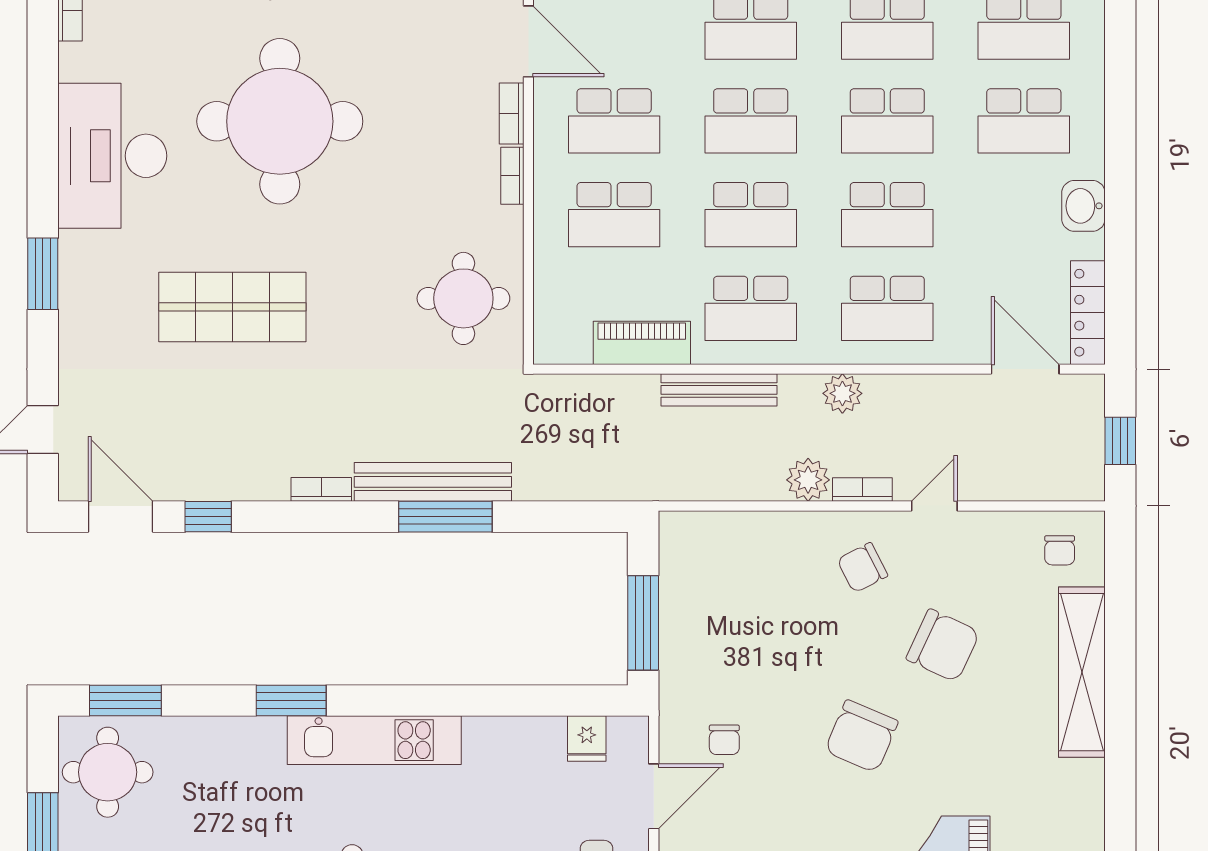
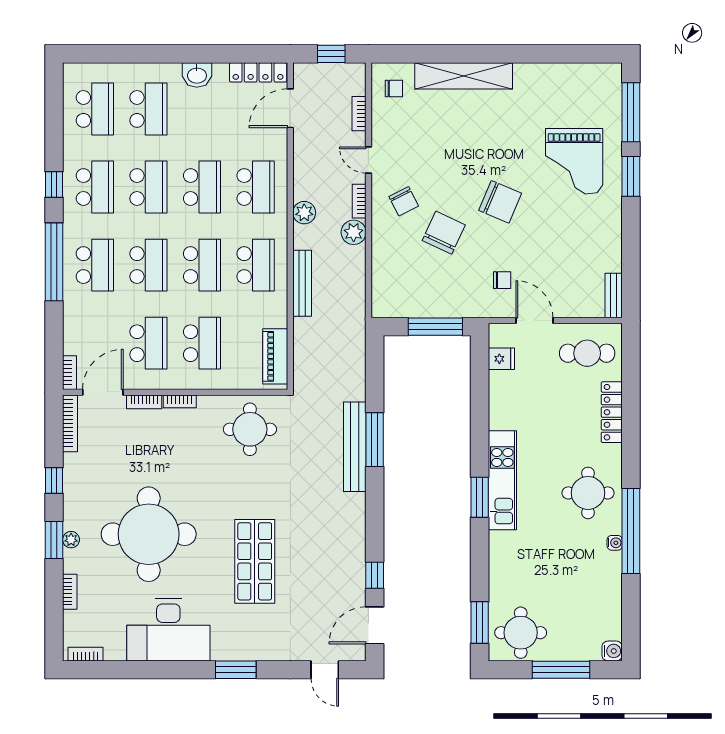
piano: (642, 343) -> (275, 356), moved
bookcase: (321, 489) -> (359, 114), moved
chair: (943, 645) -> (444, 233), moved
window: (291, 700) -> (480, 497), moved

